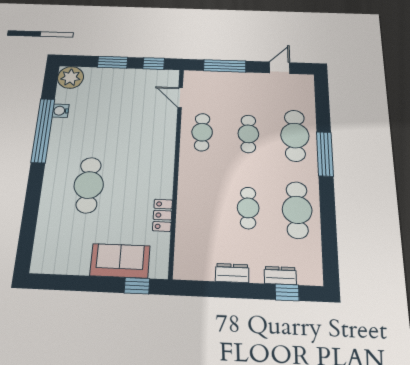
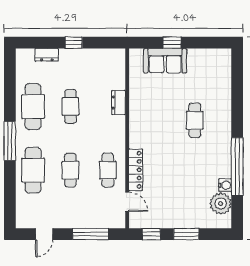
plant: (71, 77) -> (221, 204), moved
window: (325, 154) -> (10, 141), moved
cafe table: (89, 185) -> (195, 120), width x0.73, depth x0.74
locker: (162, 215) -> (136, 170), moved, width x1.53
dresser: (232, 273) -> (119, 103), moved, turned 90
window: (137, 286) -> (172, 43), moved
window: (287, 292) -> (74, 43), moved

